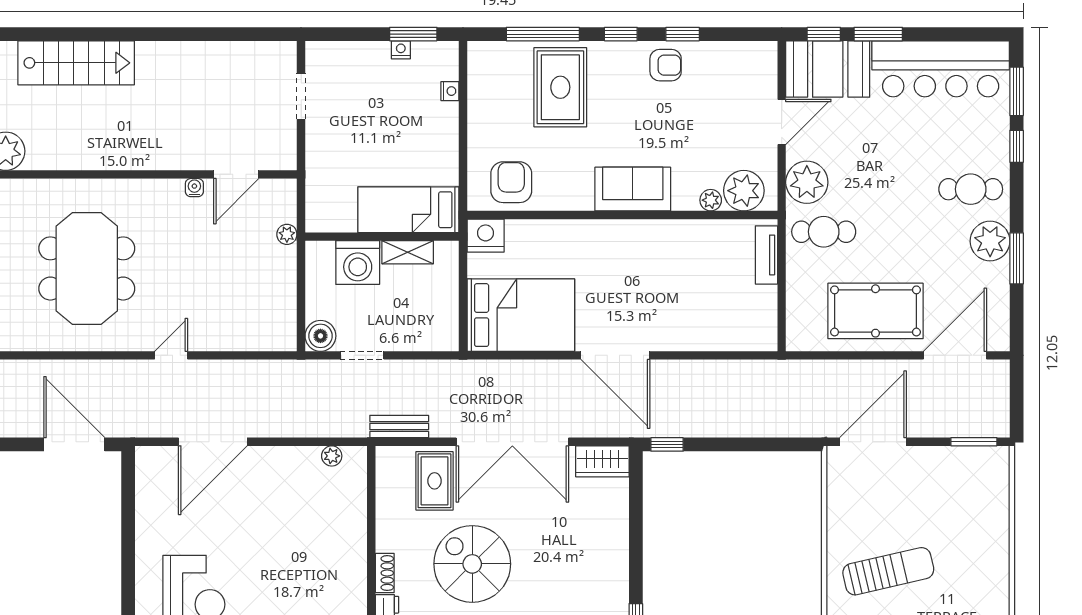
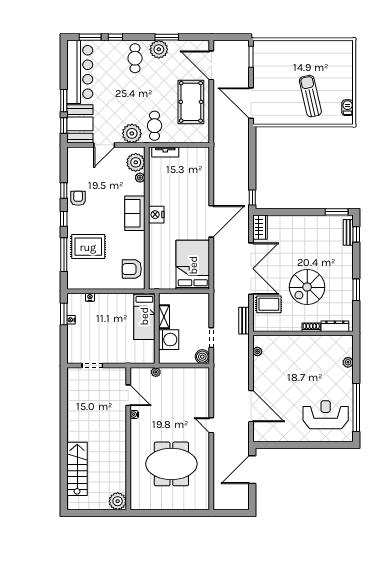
door: (782, 122) -> (104, 145), swing flipped
nightstand: (486, 236) -> (156, 215), moved

